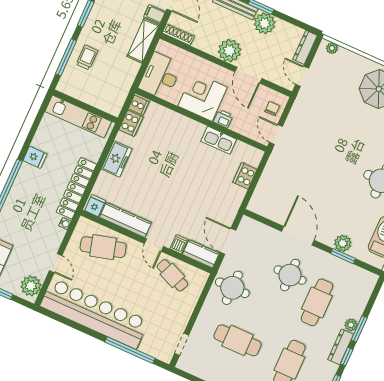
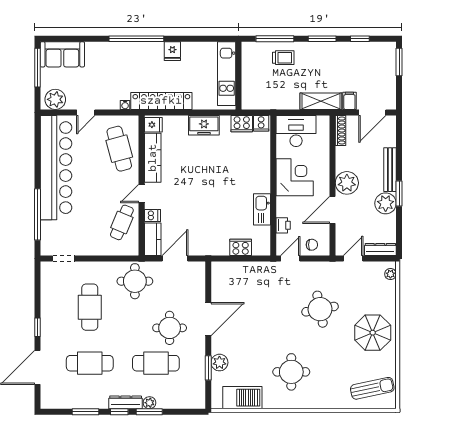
printer: (223, 119) -> (283, 225), moved
round table: (335, 128) -> (320, 309), added

